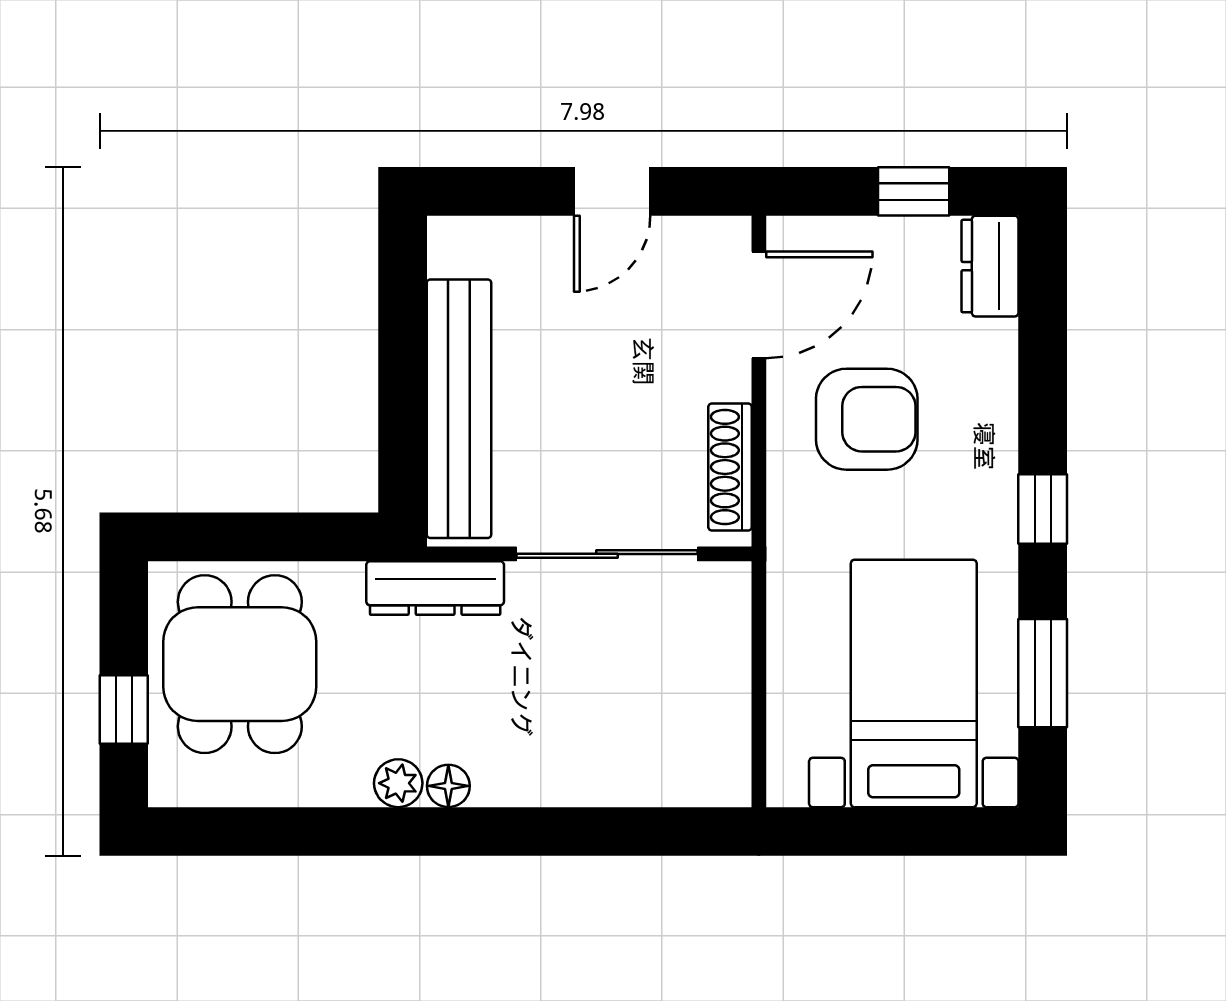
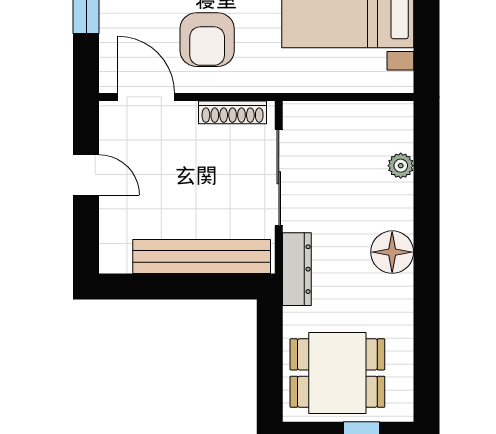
armchair: (867, 419) -> (207, 40), turned 180
plant: (398, 783) -> (401, 166), moved
floor lamp: (448, 786) -> (392, 252), width x1.89, depth x1.89

